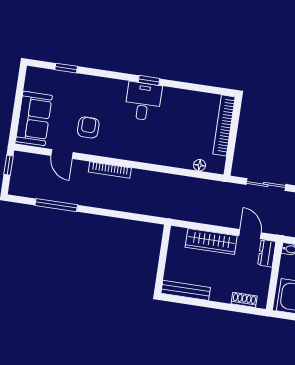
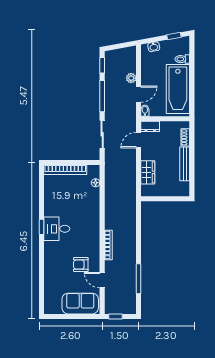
window: (66, 68) -> (41, 286), removed
door: (62, 154) -> (102, 280), swing flipped
wardrobe: (211, 241) -> (148, 172), width x0.67
bench: (186, 290) -> (185, 164), moved

